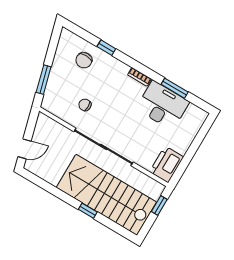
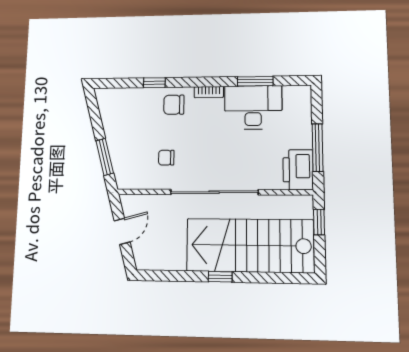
chair: (84, 60) -> (174, 105), moved, turned 90
door: (24, 149) -> (122, 231), moved
window: (188, 157) -> (318, 148), added
window: (88, 211) -> (220, 277), moved

